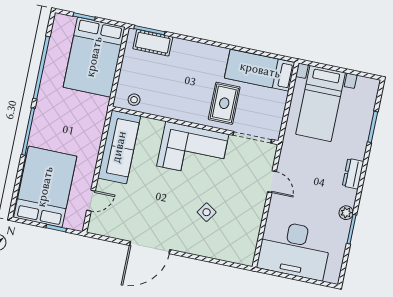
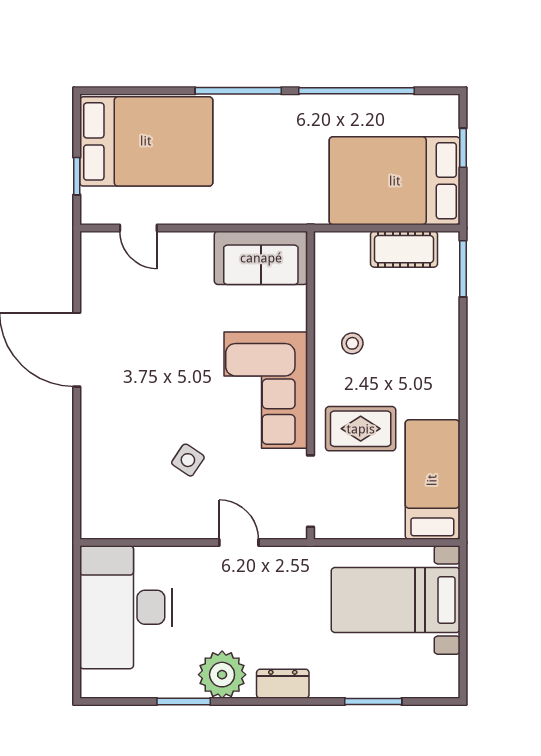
cot: (153, 43) -> (404, 249), moved, turned 90
stool: (134, 100) -> (352, 343), moved
sofa: (119, 147) -> (261, 258), width x0.73
door: (272, 182) -> (239, 543), swing flipped
side table: (207, 212) -> (188, 460), moved
plant: (346, 213) -> (222, 675), width x1.87, depth x1.87

